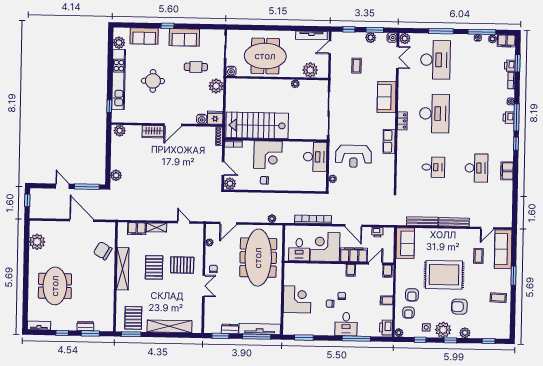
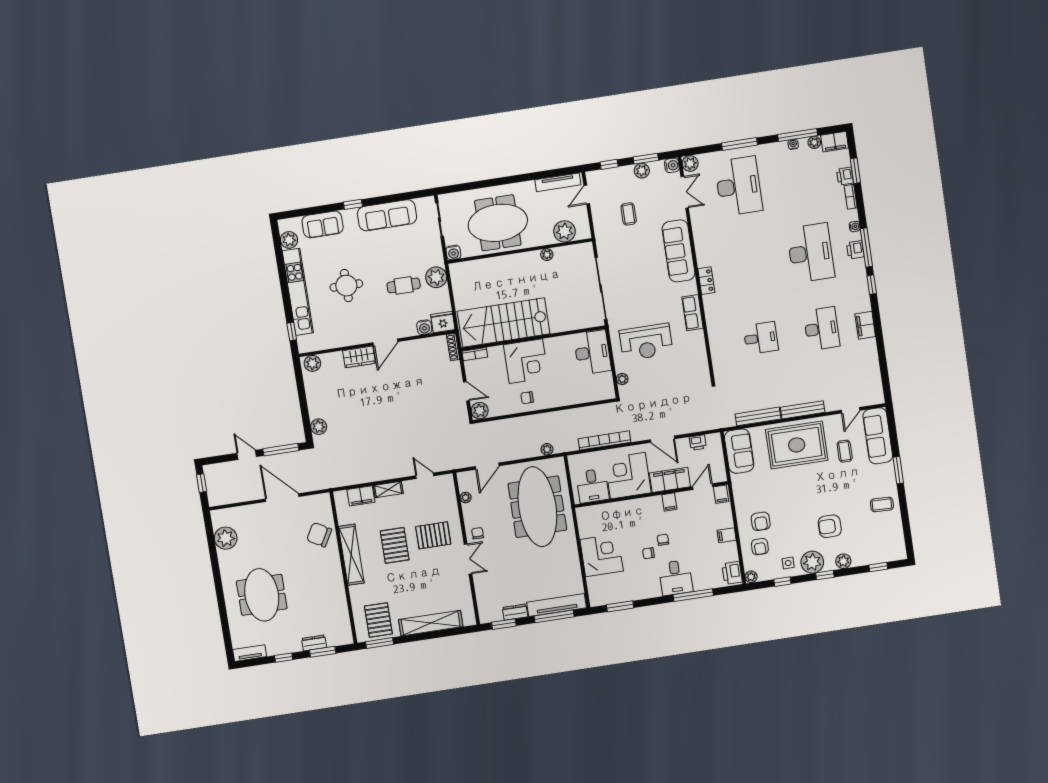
sofa: (184, 37) -> (387, 215), width x1.36
cafe table: (196, 67) -> (404, 285), moved
sofa: (387, 97) -> (679, 251), width x1.36
desk: (434, 113) -> (811, 253), moved
rug: (444, 275) -> (797, 445), moved

